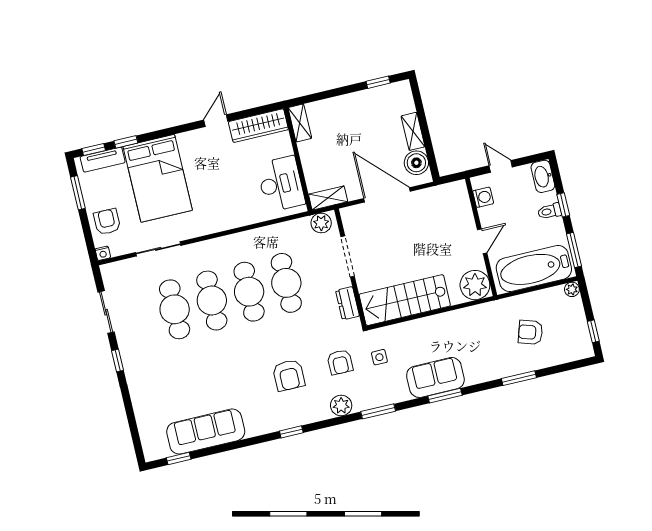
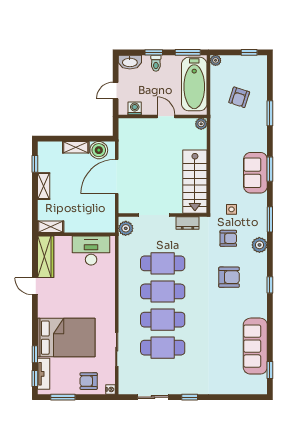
shelving: (328, 198) -> (44, 186), moved
plant: (475, 285) -> (201, 124), width x0.53, depth x0.53

